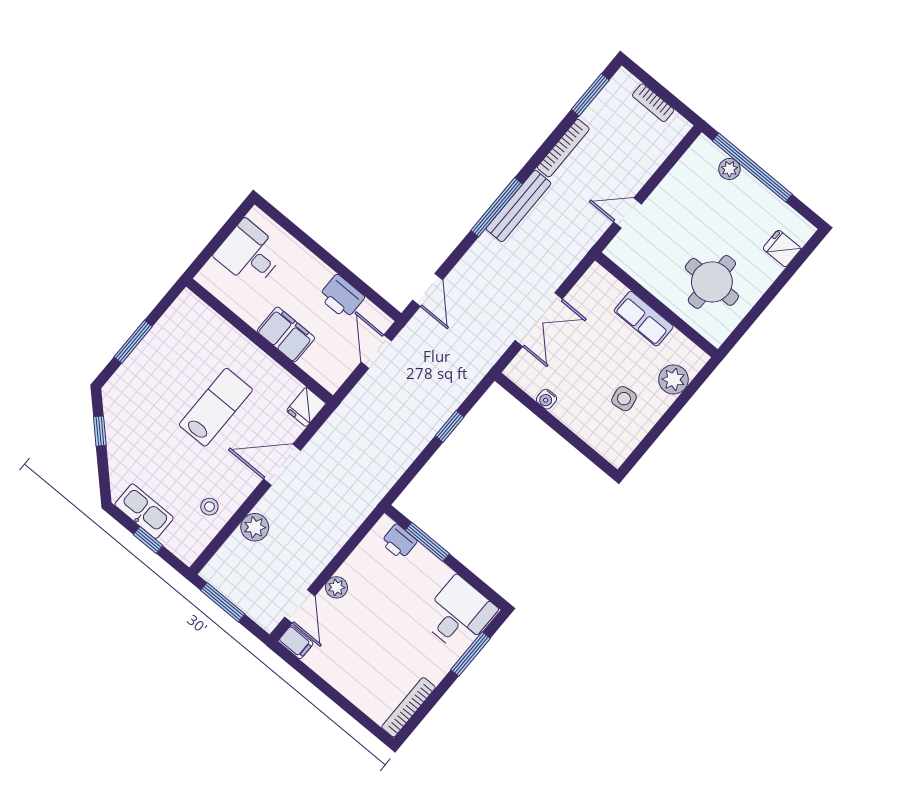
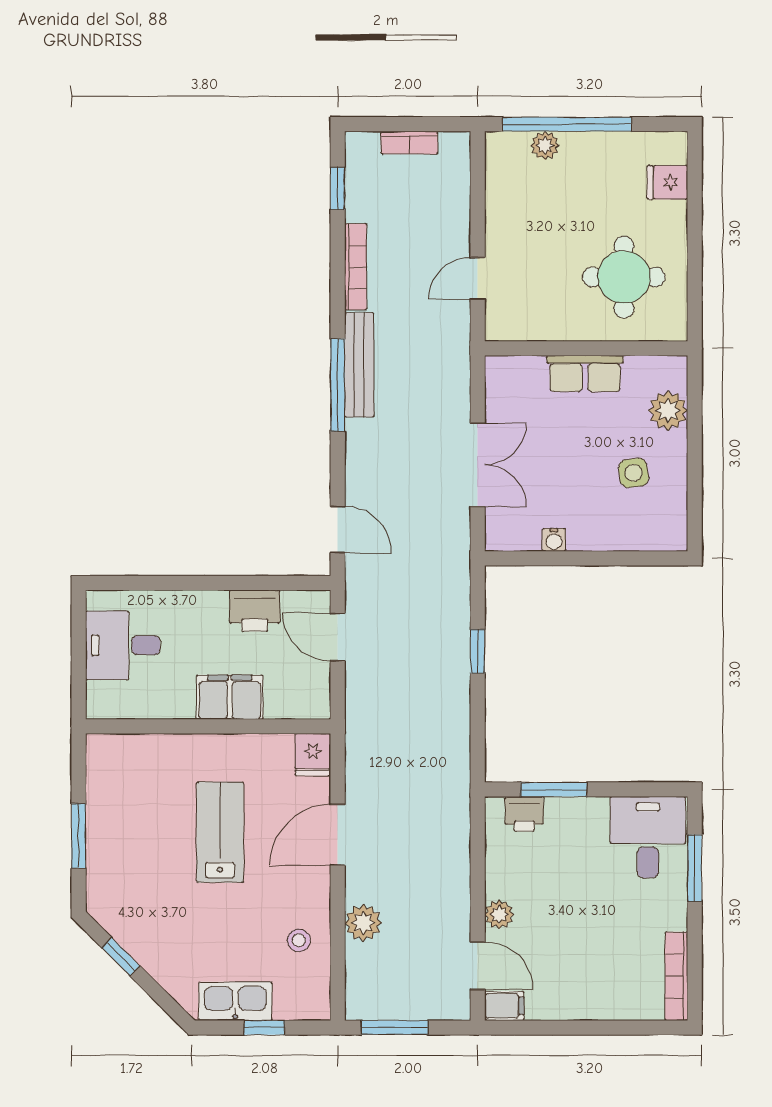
window: (590, 95) -> (338, 189), width x0.67

